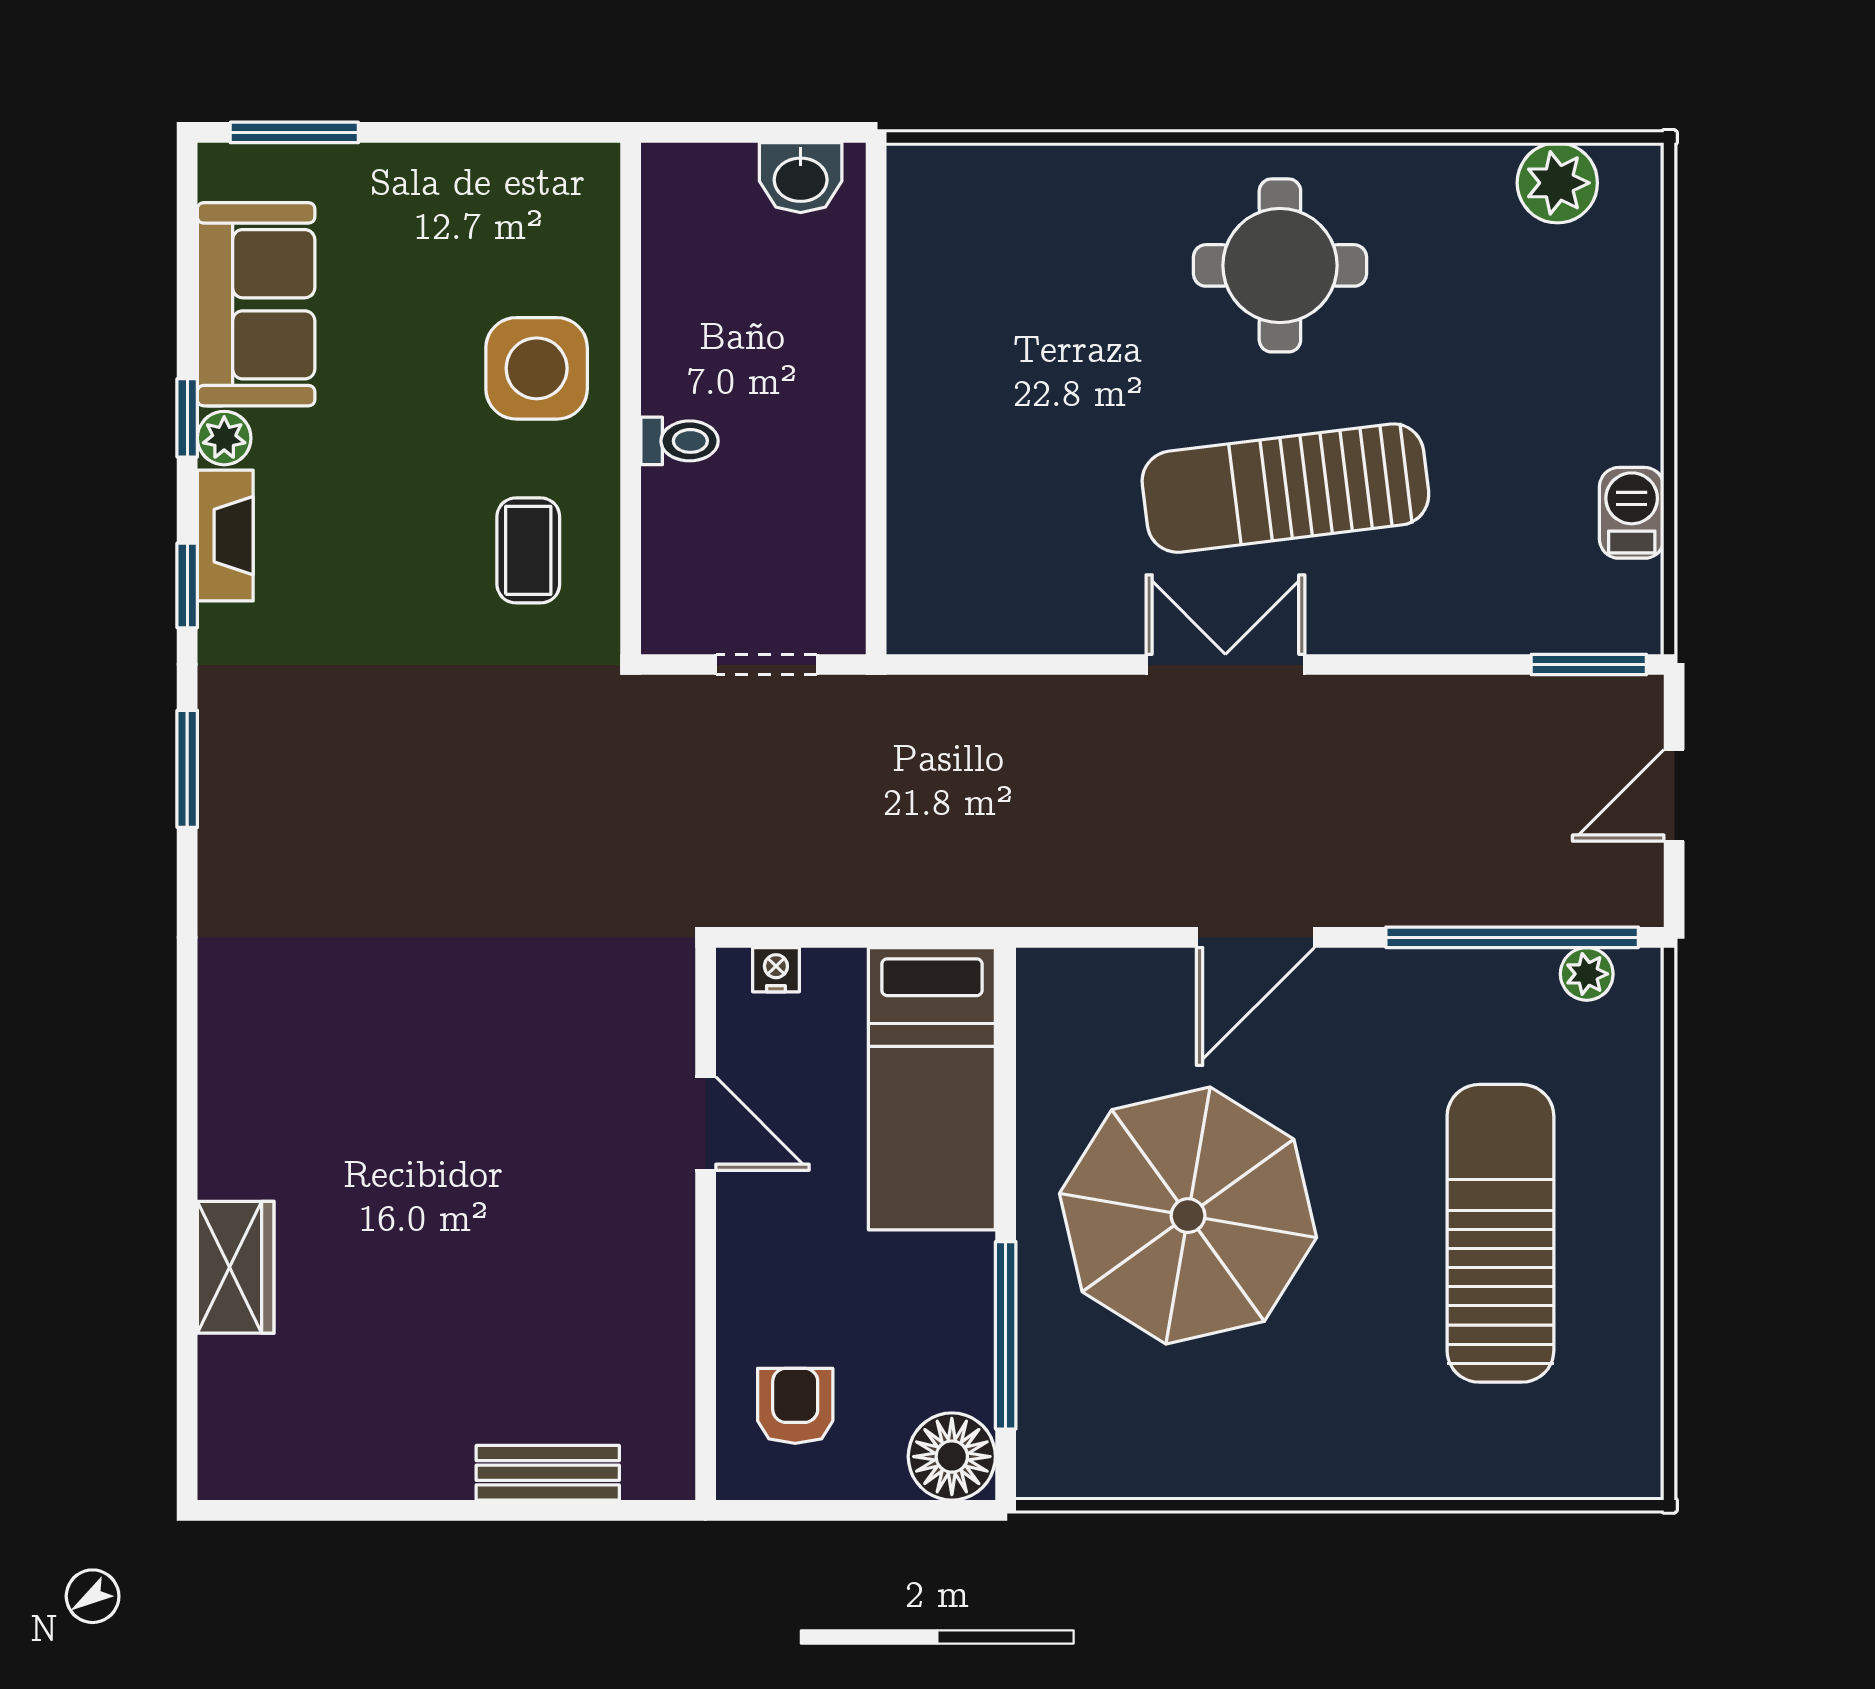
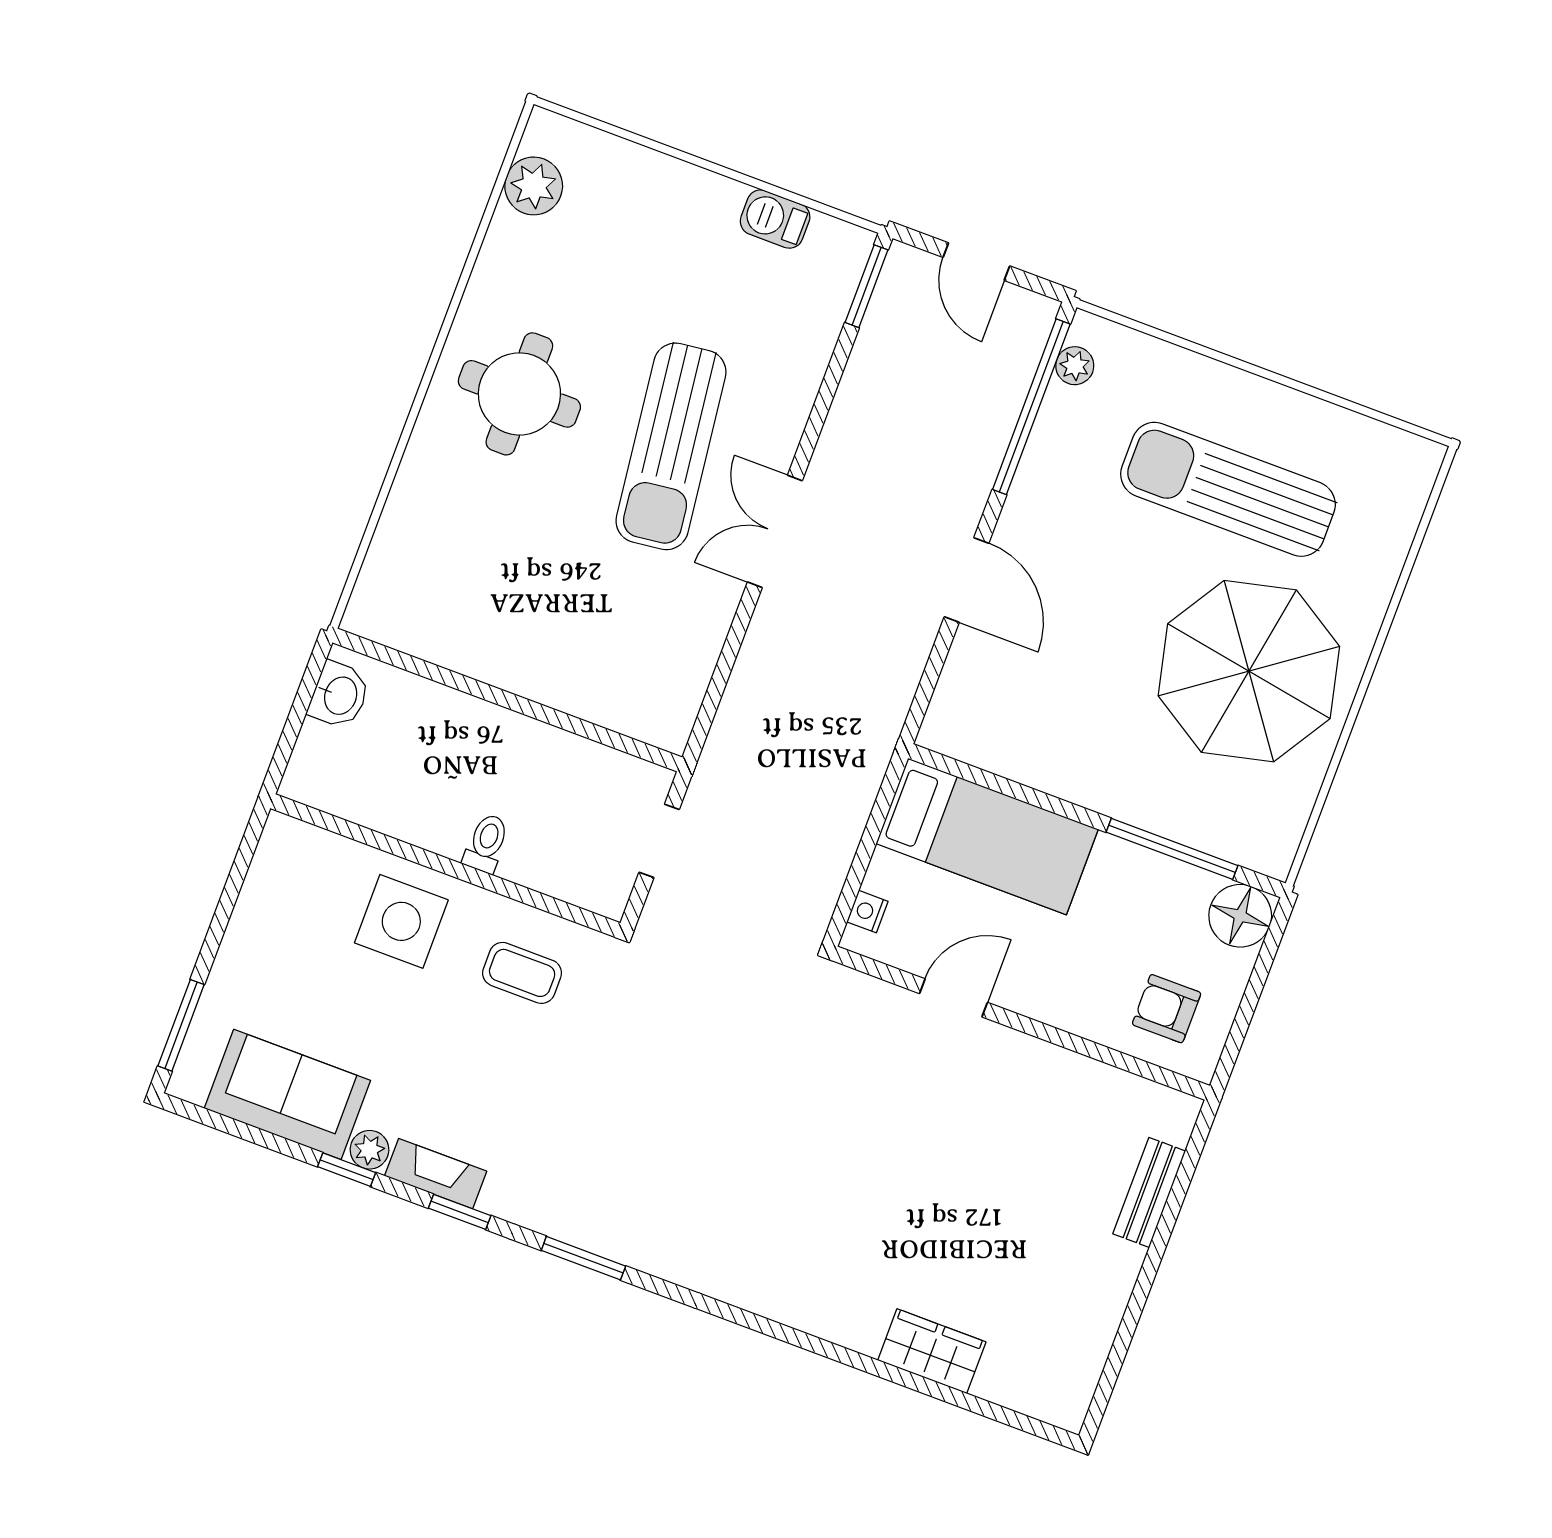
parasol: (1188, 1216) -> (1249, 671), moved

